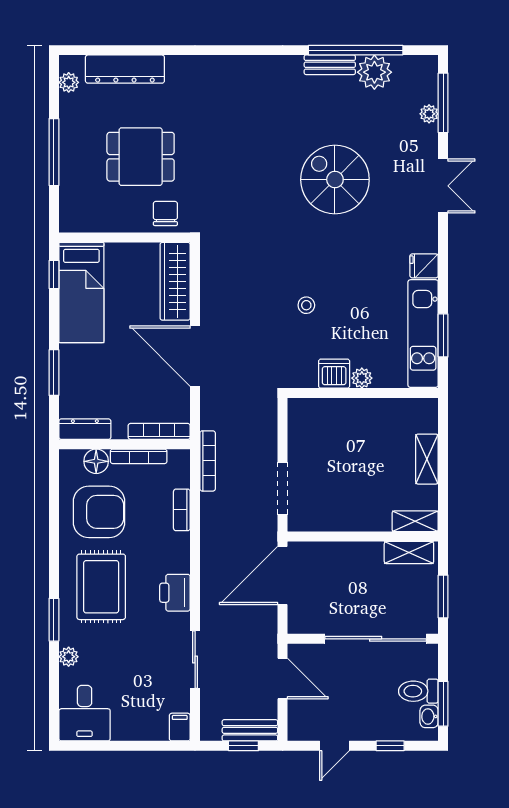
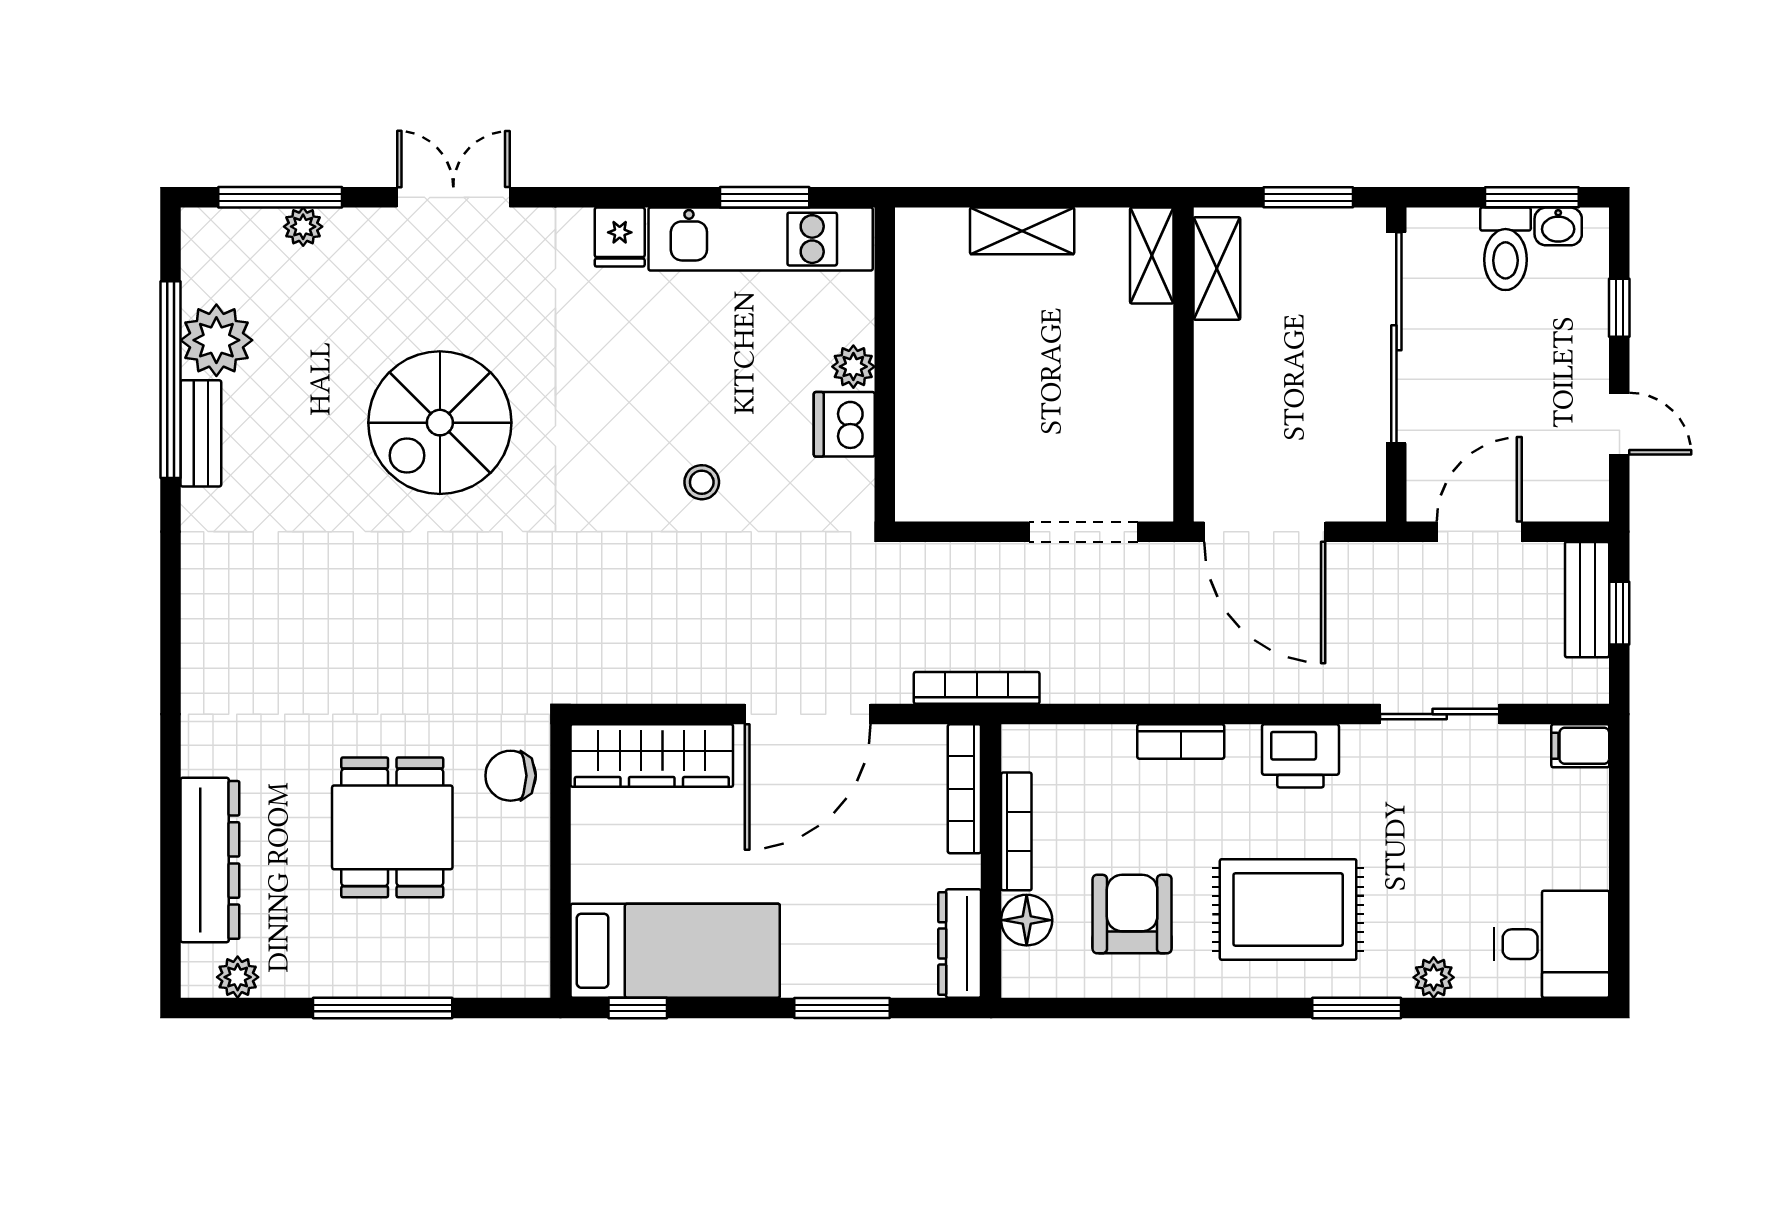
bookcase: (208, 461) -> (977, 688), moved
bookcase: (182, 510) -> (1181, 742), moved
armchair: (99, 512) -> (1132, 914), width x0.73, depth x0.73

